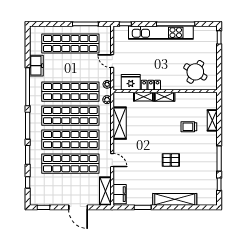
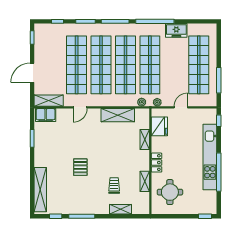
round table: (195, 72) -> (170, 192), turned -31
locker: (151, 85) -> (157, 163), moved
shelving: (164, 97) -> (145, 181), moved
shelving: (175, 199) -> (40, 190), moved

